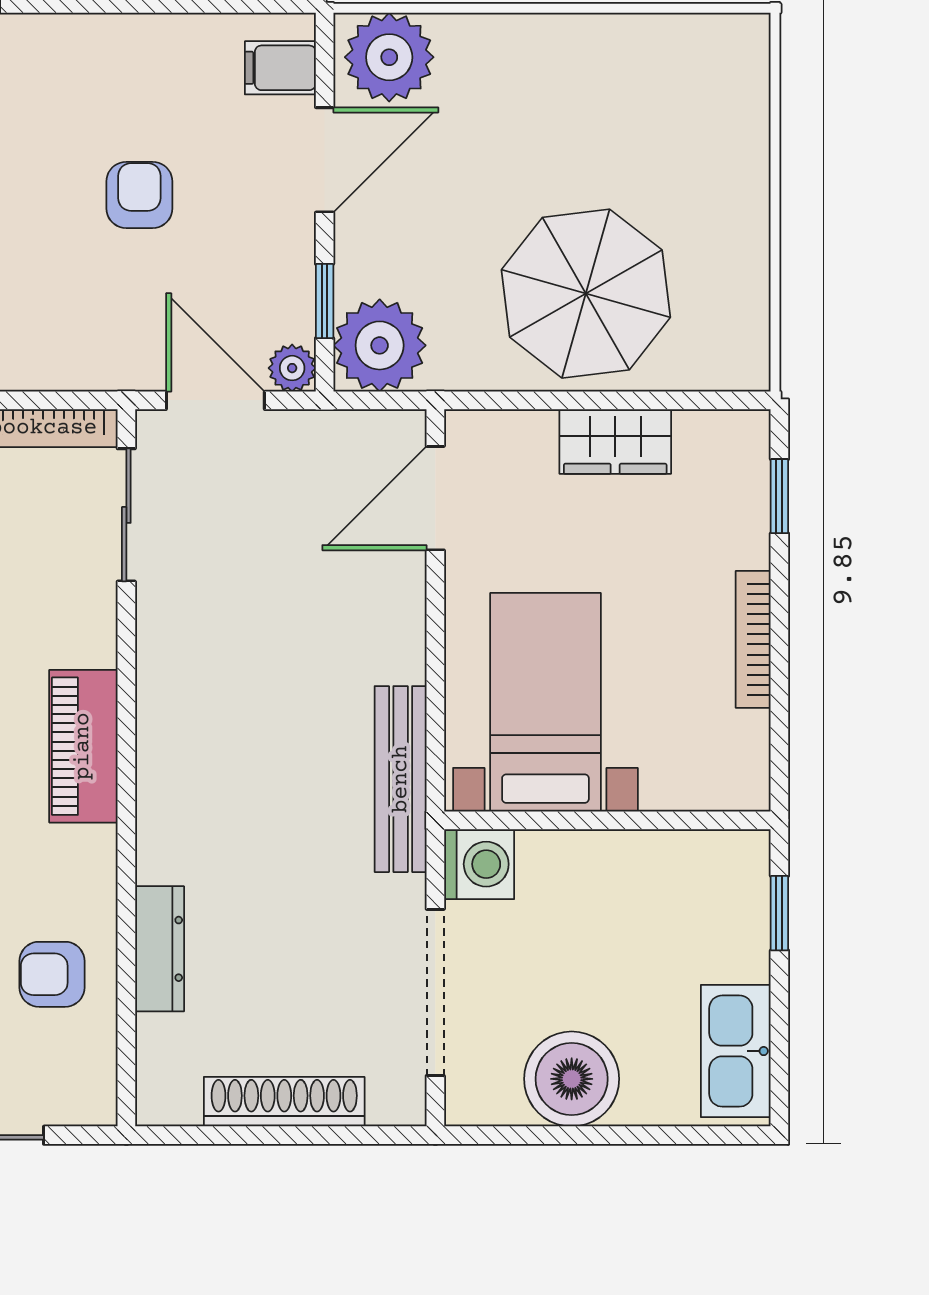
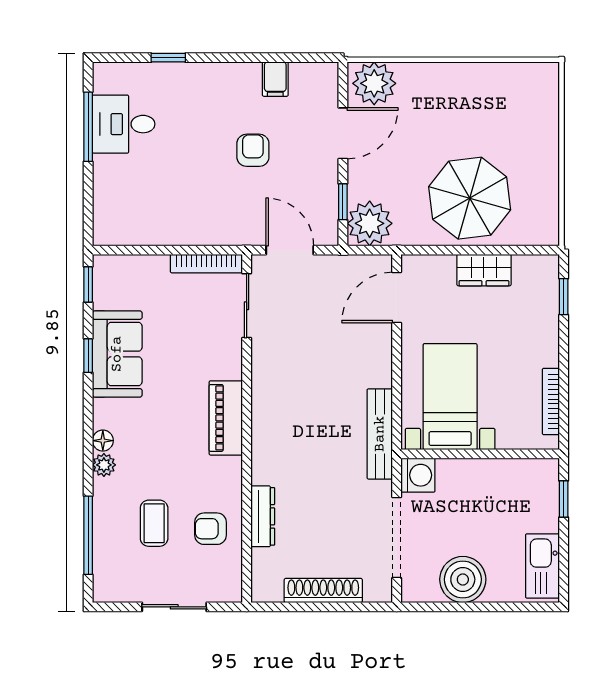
filing cabinet: (280, 68) -> (275, 79), moved, turned -90
plant: (292, 368) -> (327, 234), removed
bookcase: (753, 639) -> (551, 402), moved

